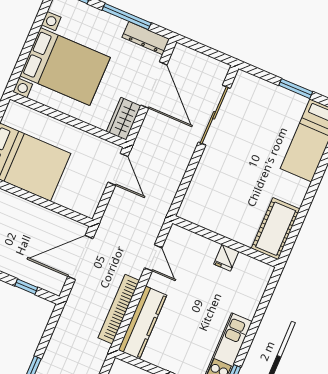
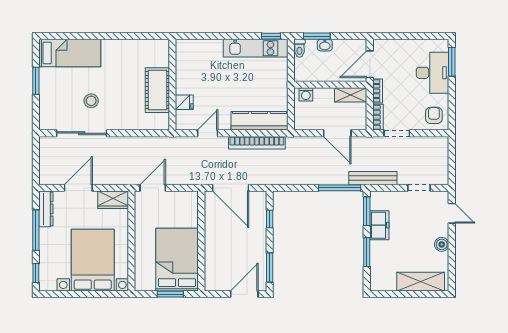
door: (154, 85) -> (78, 188), width x0.73
stool: (246, 142) -> (91, 101), added
cot: (276, 229) -> (157, 90), moved, turned 90
fridge: (226, 258) -> (184, 102), moved

